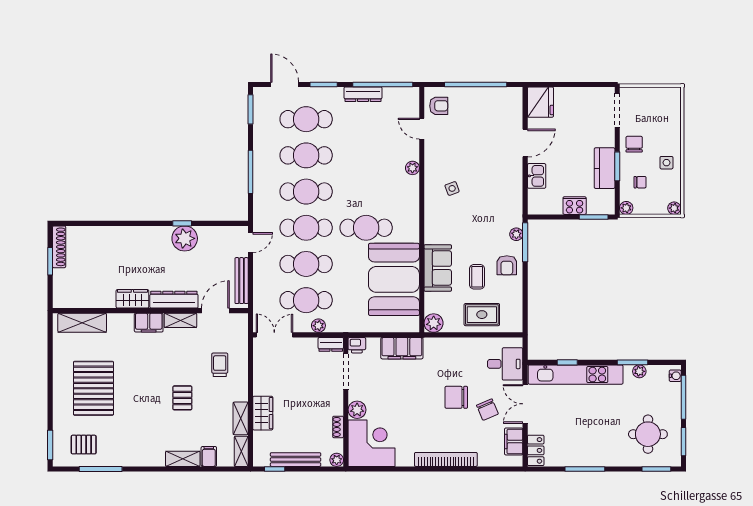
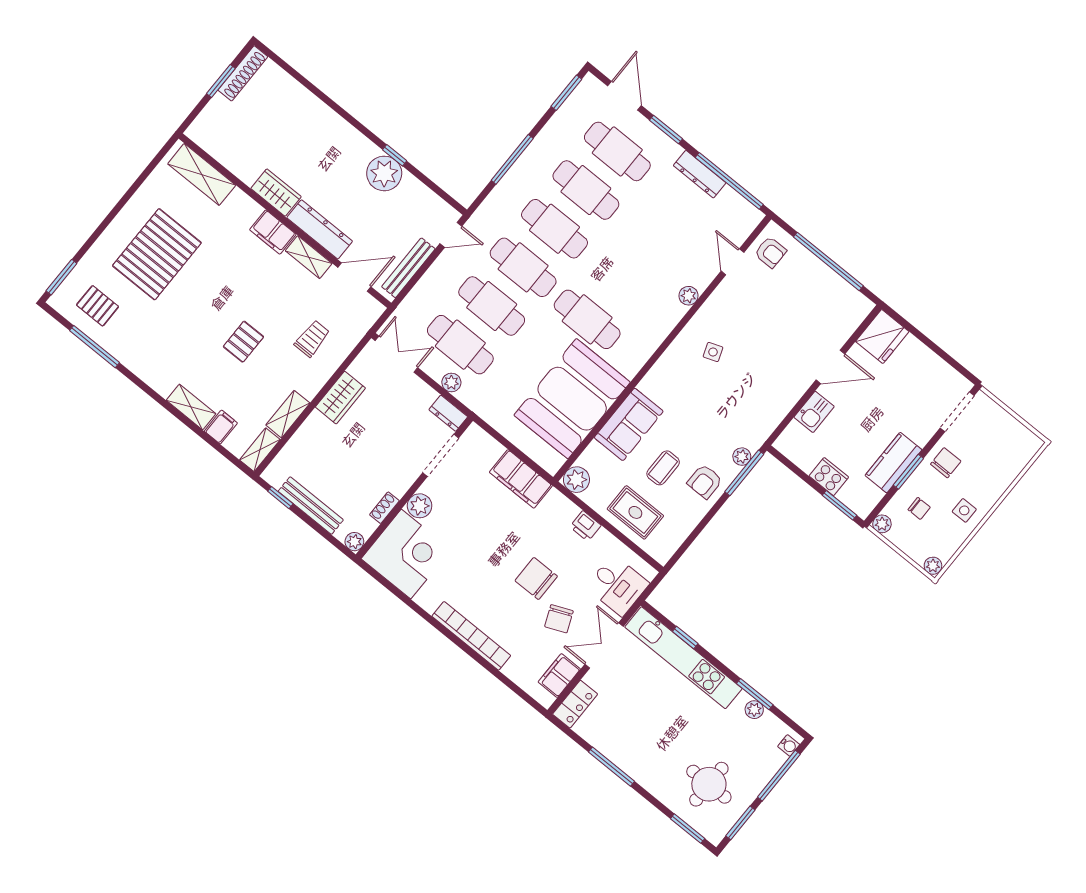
printer: (357, 345) -> (585, 526), moved
wardrobe: (263, 413) -> (340, 398), moved

